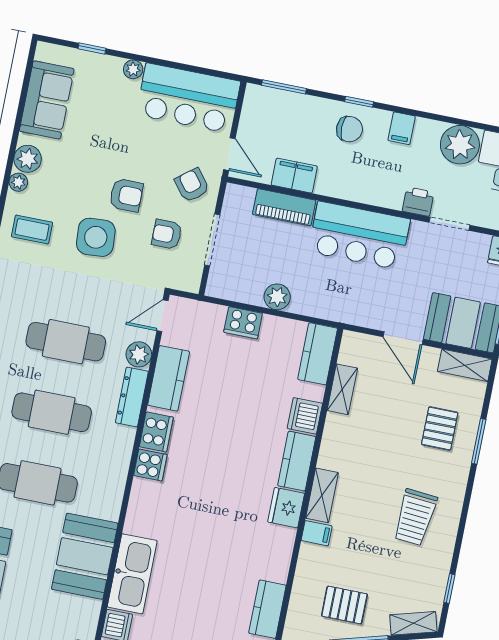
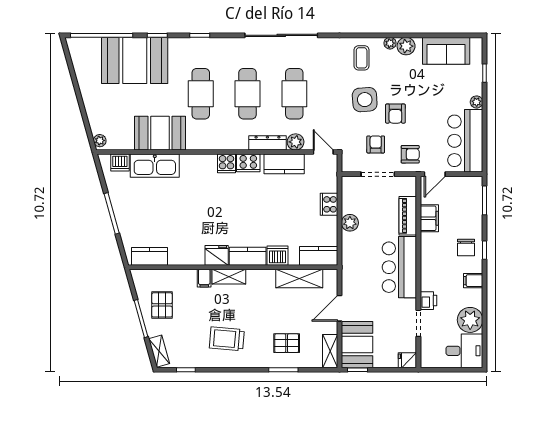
armchair: (192, 185) -> (410, 154), turned 38
shelving: (342, 389) -> (299, 278), width x1.50, depth x1.33

